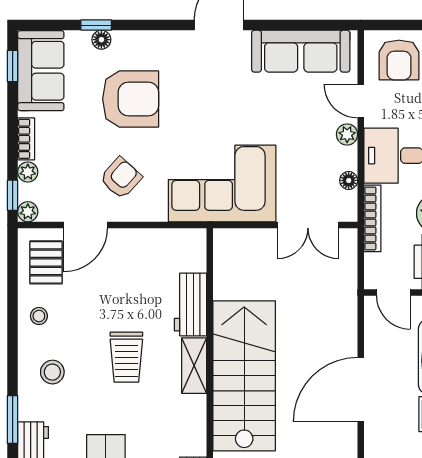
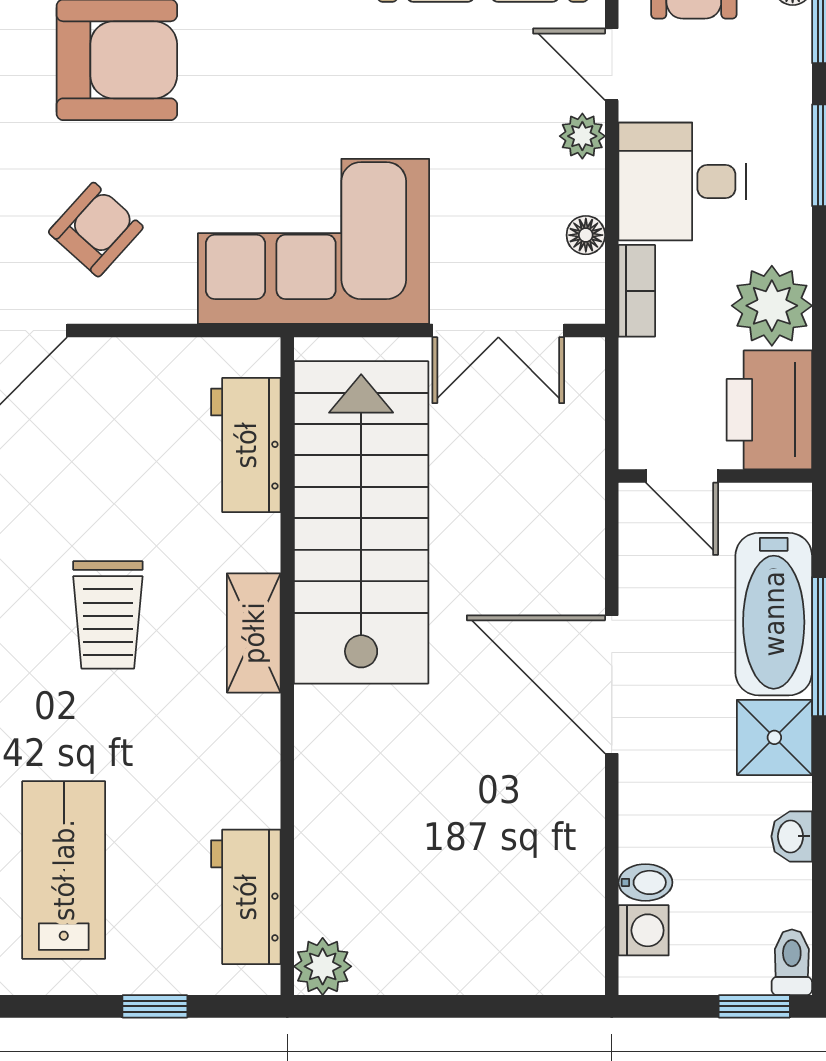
bookcase: (372, 218) -> (637, 291), width x0.64
workbench: (191, 305) -> (246, 445), moved
stairs: (244, 376) -> (361, 522), moved
door: (361, 390) -> (612, 684), hinge flipped

